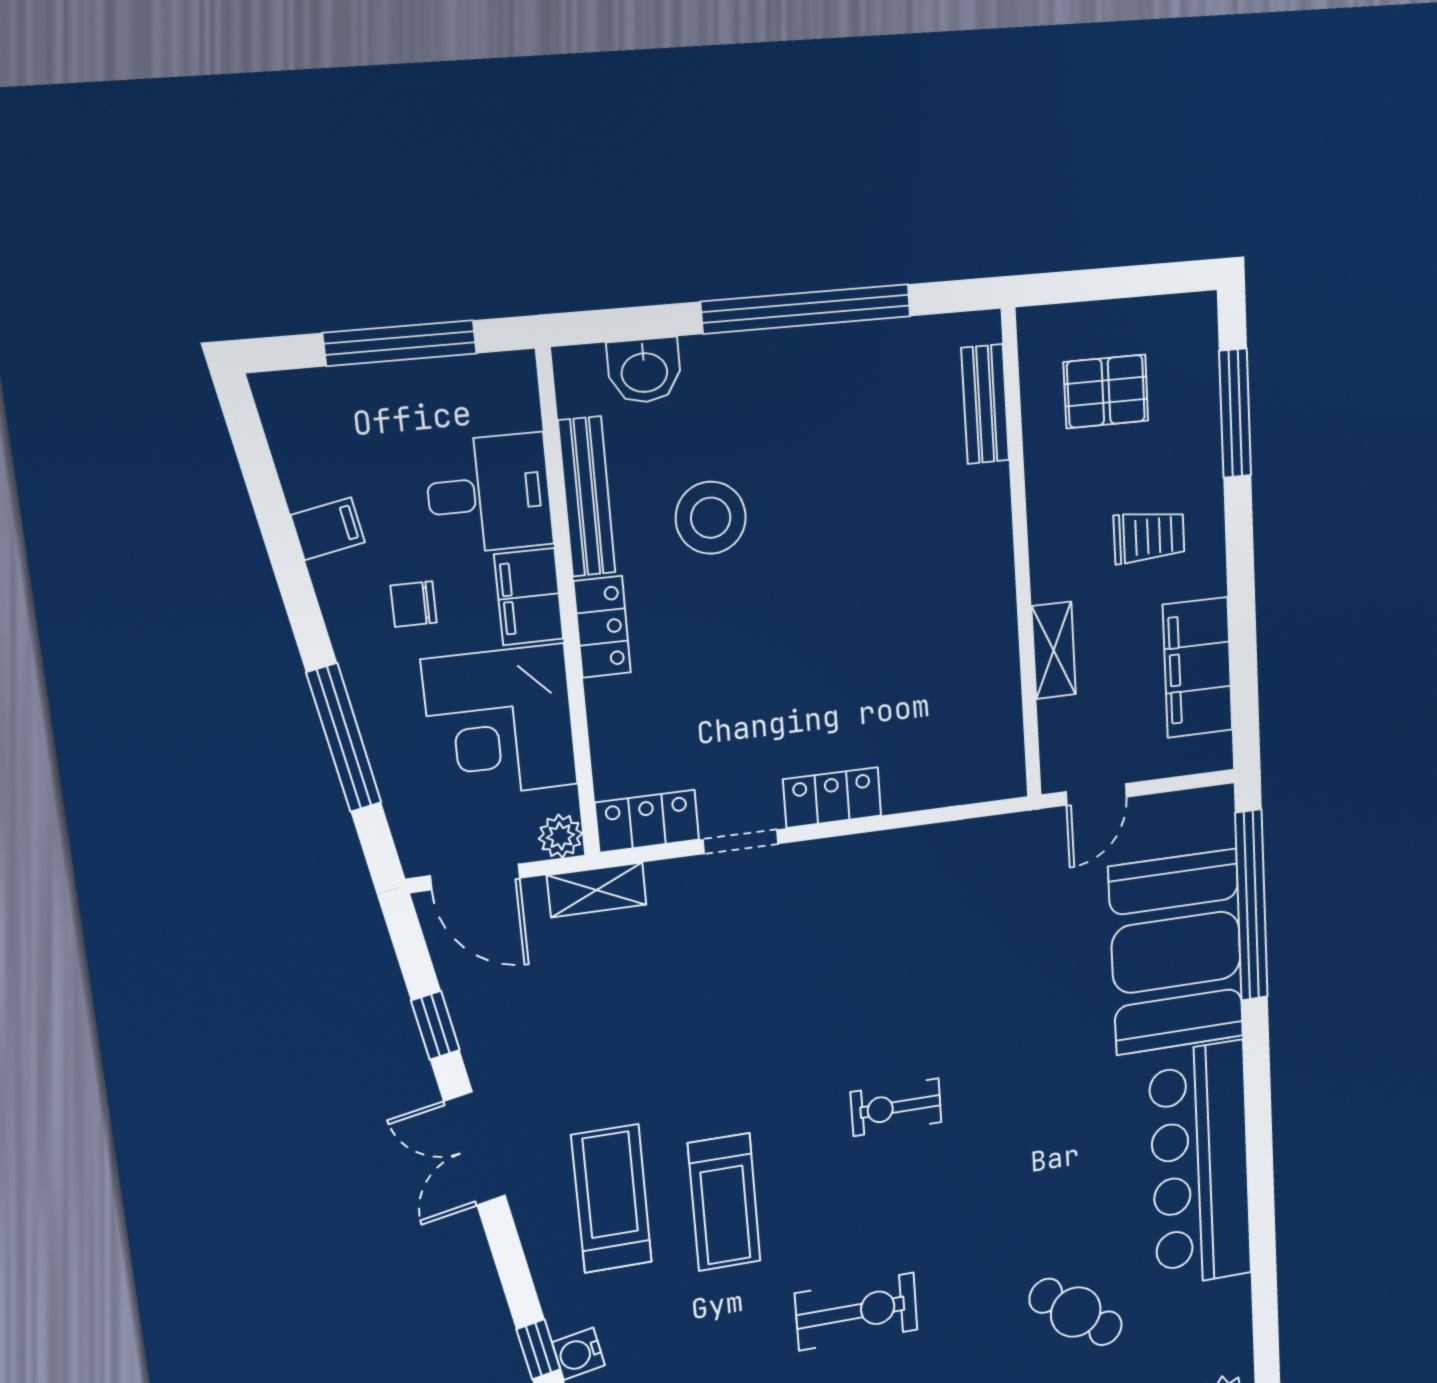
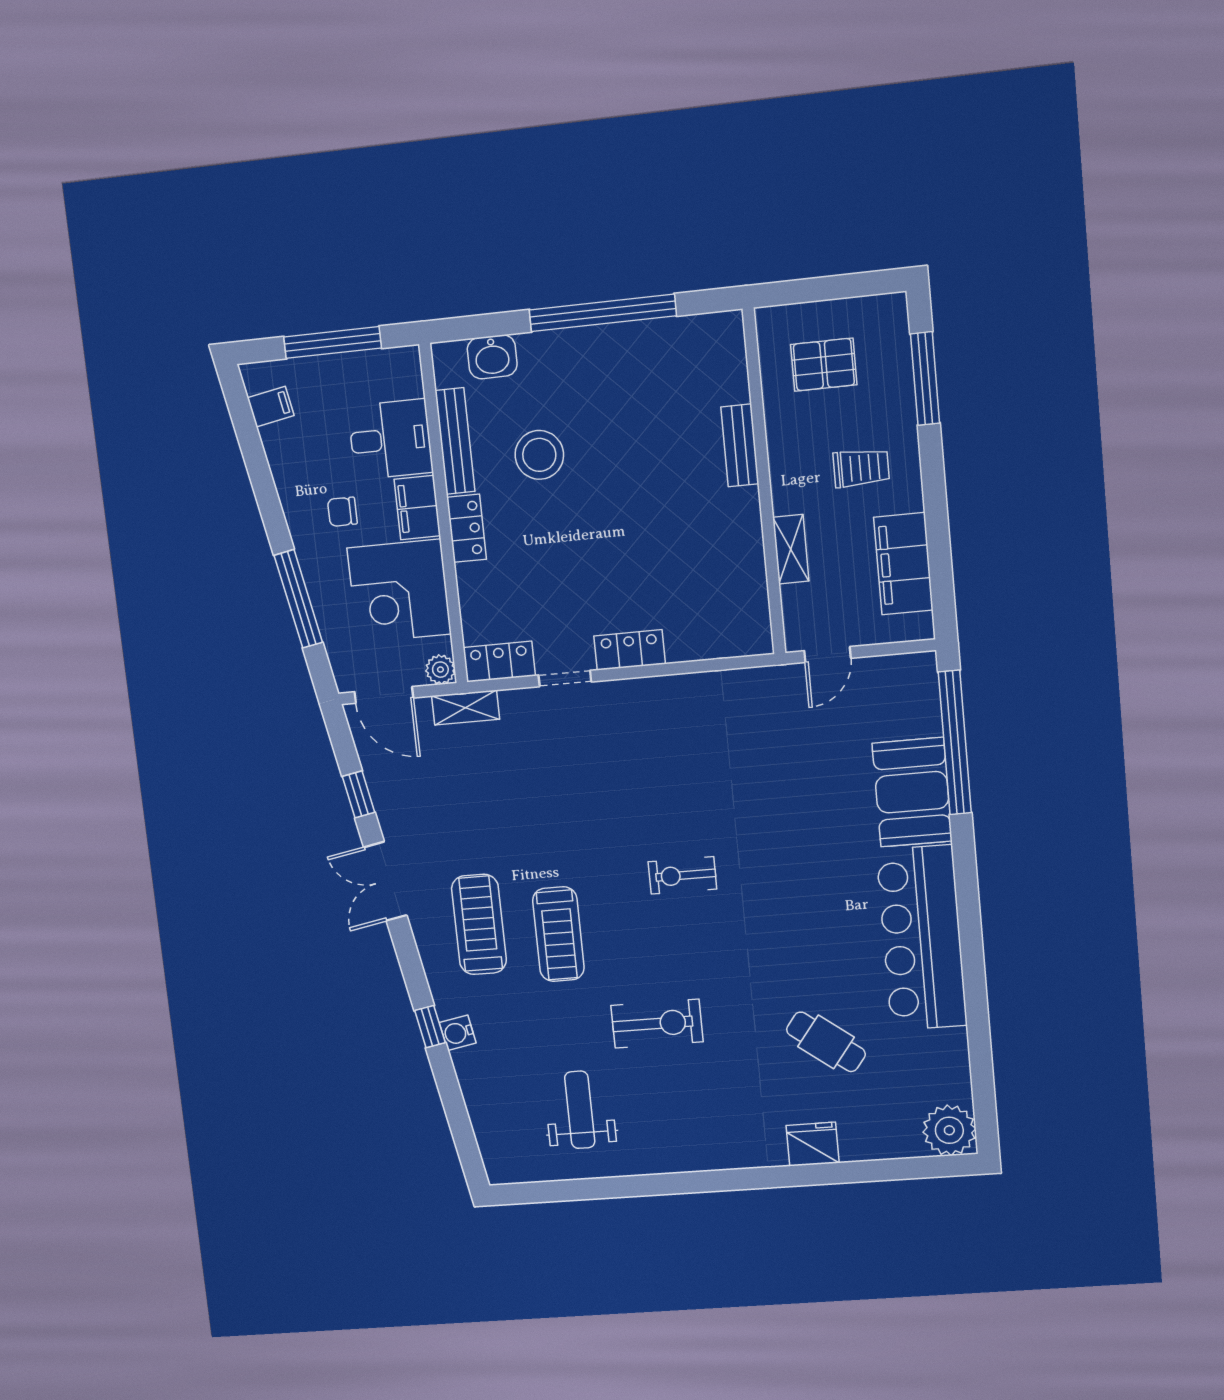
bench: (985, 404) -> (740, 445), moved
filing cabinet: (328, 529) -> (271, 407), moved
booth: (1176, 952) -> (912, 792), width x0.73, depth x0.70

